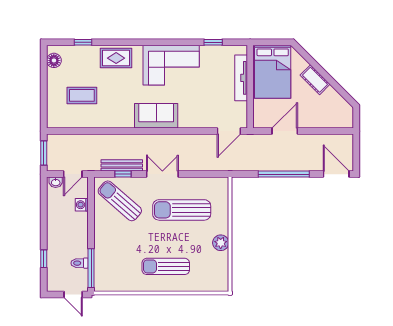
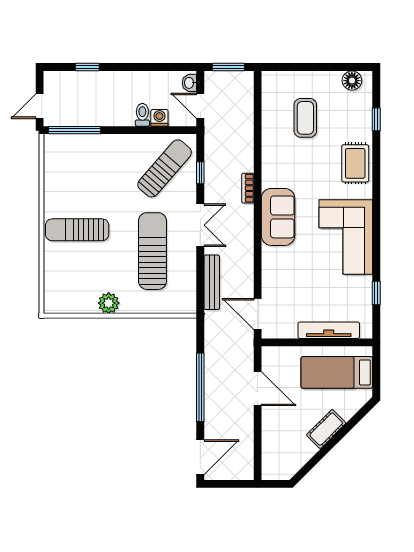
bed: (273, 72) -> (337, 372), width x0.67
bookcase: (135, 138) -> (248, 188), added
bench: (122, 165) -> (212, 282), moved
toilet: (80, 263) -> (142, 115), moved
sun lounger: (166, 266) -> (77, 230), turned -90

